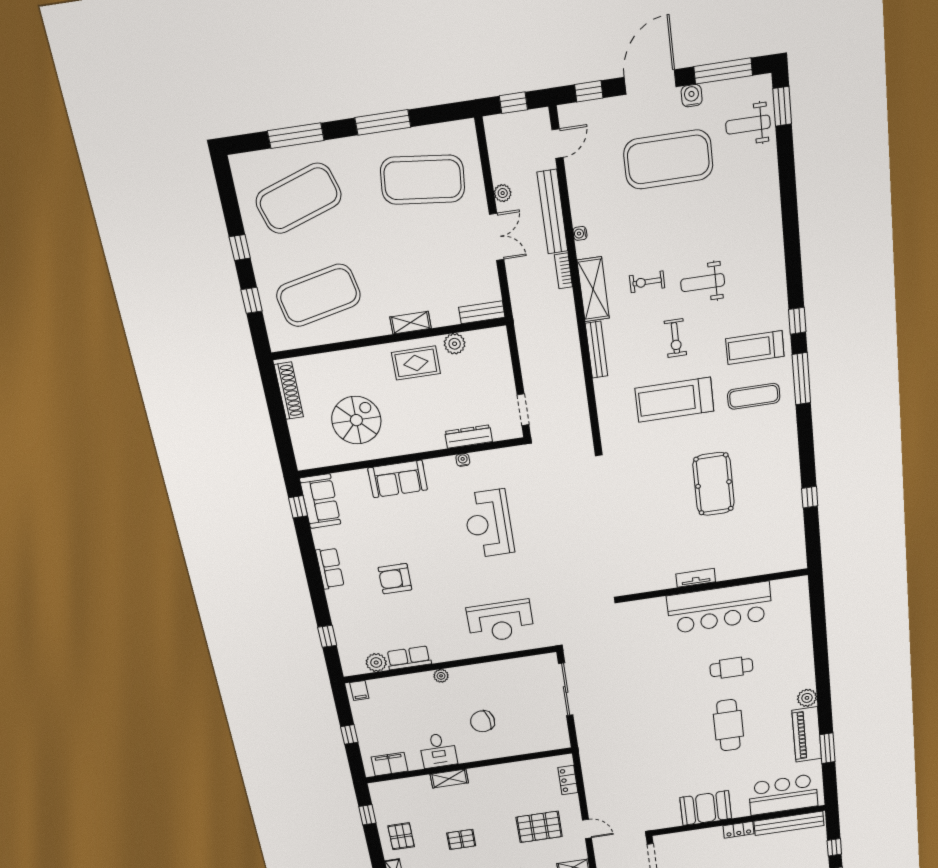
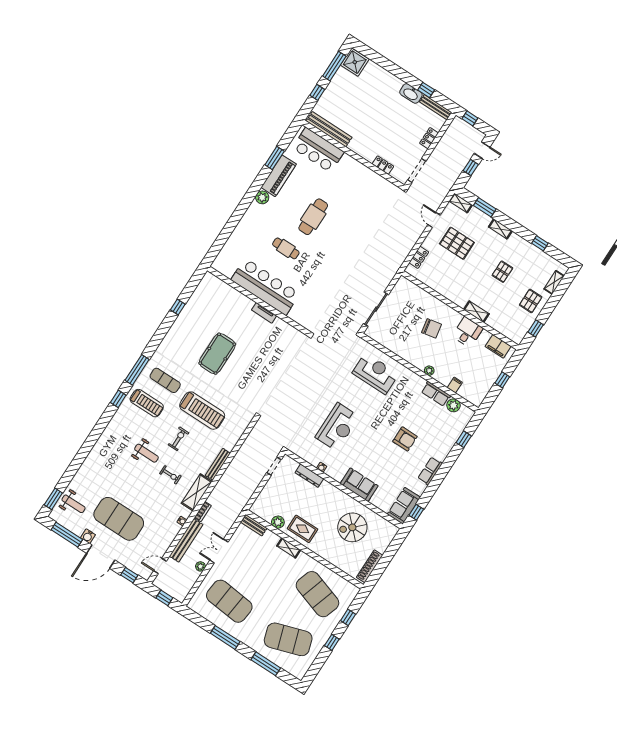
exercise mat: (319, 295) -> (317, 594), turned 30
filing cabinet: (359, 690) -> (455, 385), moved
booth: (706, 808) -> (364, 178), removed
locker: (738, 830) -> (383, 165), moved
pallet: (461, 839) -> (502, 272), turned 90

